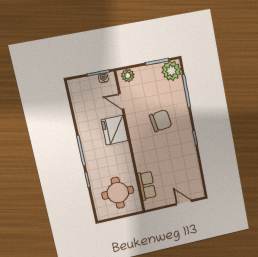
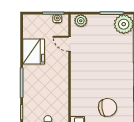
chair: (161, 121) -> (107, 107), moved
fridge: (115, 130) -> (34, 52), moved, turned 180

